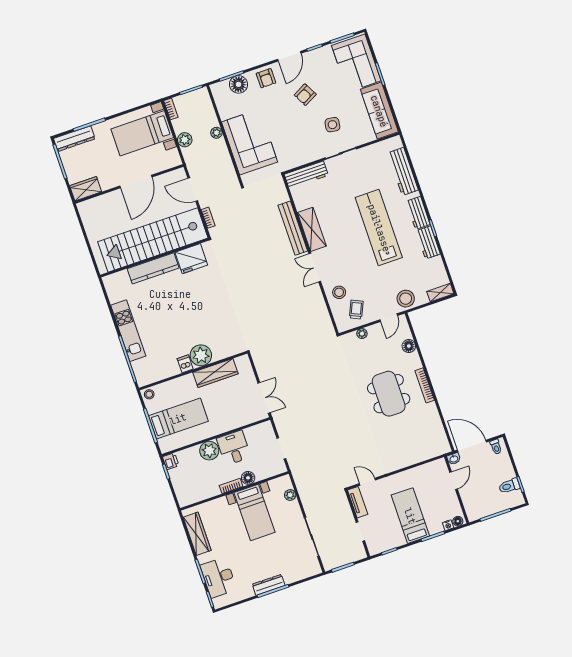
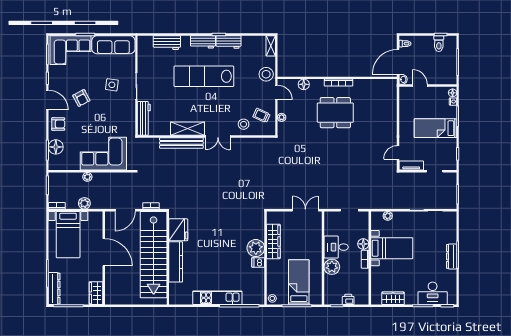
workbench: (403, 171) -> (167, 43), width x0.73
printer: (171, 461) -> (348, 299), moved
wardrobe: (197, 534) -> (393, 298), width x0.67

